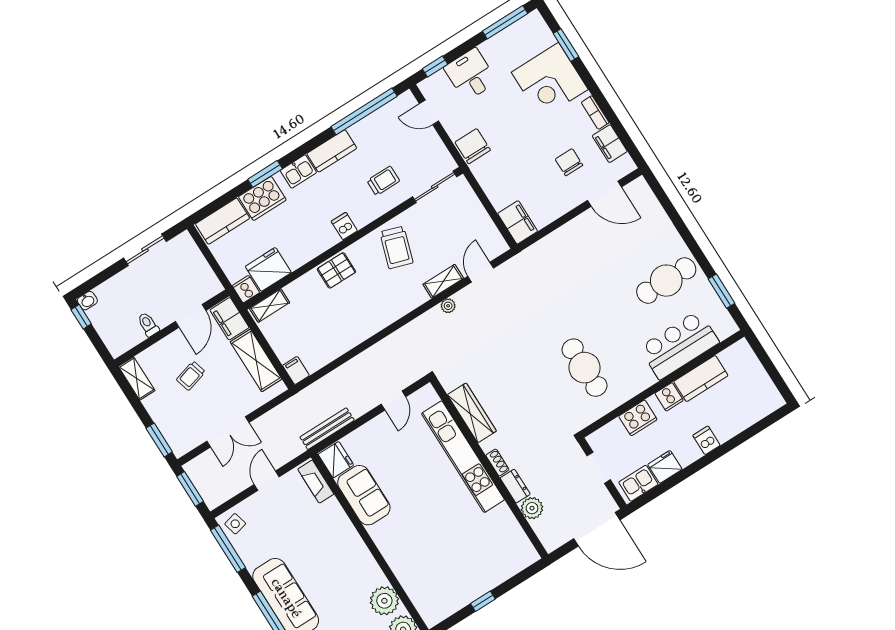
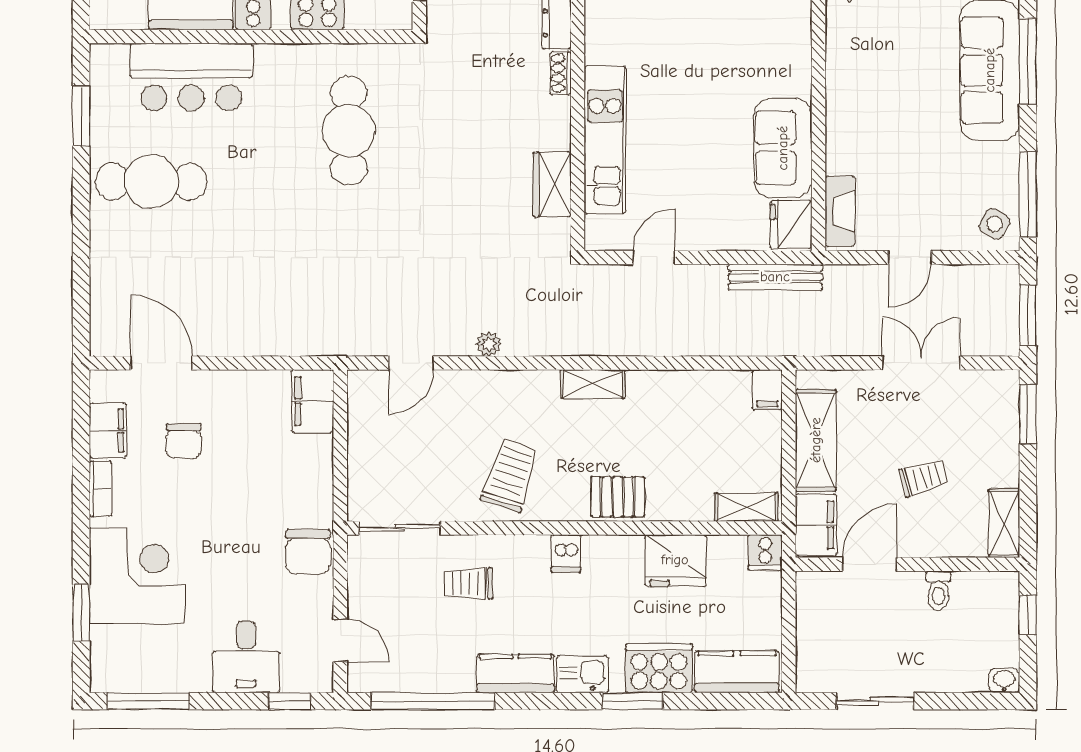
fridge: (268, 269) -> (675, 560), moved
shelving: (443, 281) -> (593, 384), moved
window: (81, 317) -> (1028, 615), moved
wardrobe: (472, 413) -> (552, 184), width x0.67
kitchen unit: (463, 457) -> (605, 140), width x0.73
side table: (235, 524) -> (995, 224), turned 45

